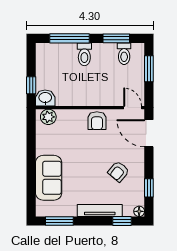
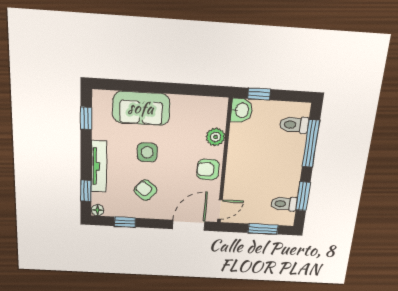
toilet: (84, 54) -> (294, 125), moved
plant: (48, 117) -> (216, 137), moved
side table: (85, 172) -> (147, 152), added
window: (59, 221) -> (86, 118), width x0.67

